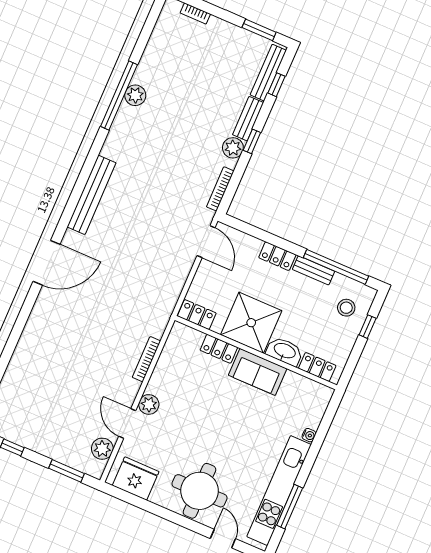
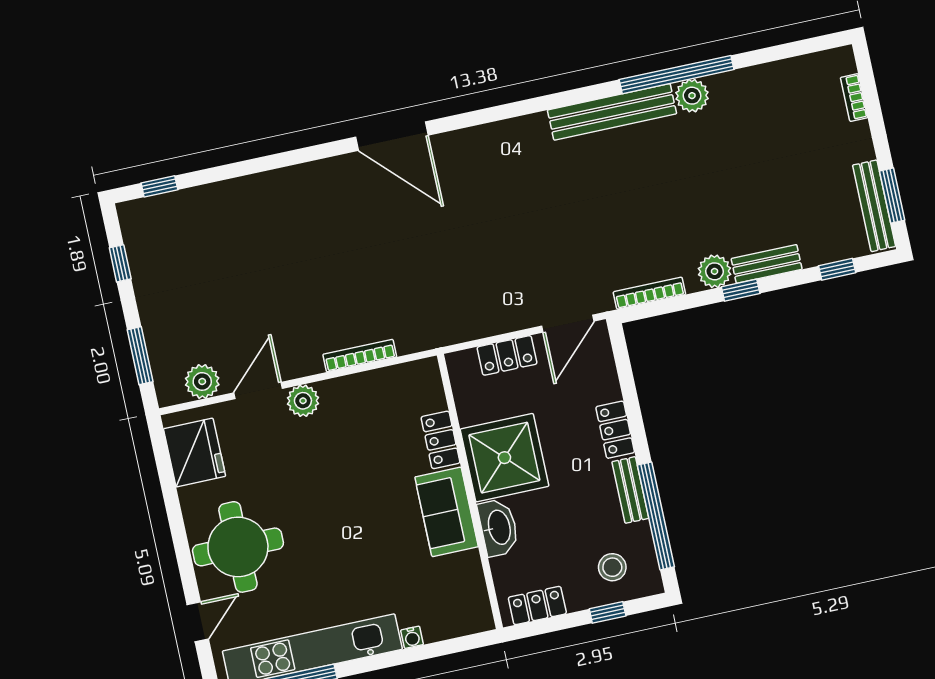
bench: (268, 73) -> (874, 206), moved, turned 90
bench: (92, 195) -> (612, 112), moved
locker: (197, 315) -> (507, 355), moved, turned 90
locker: (317, 367) -> (537, 605), moved, turned -90

